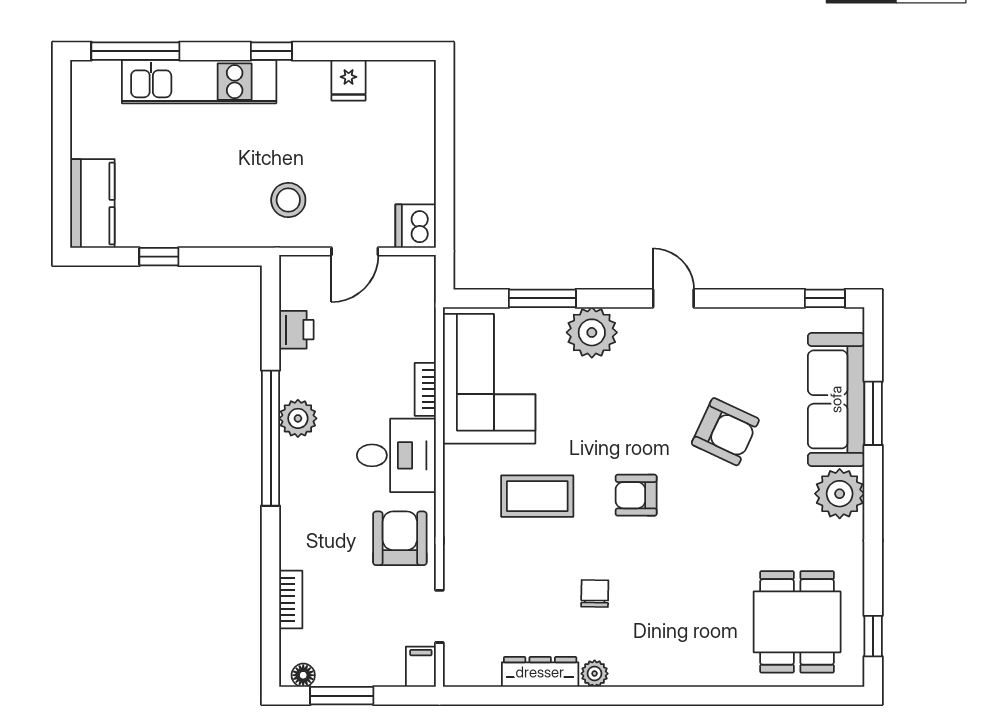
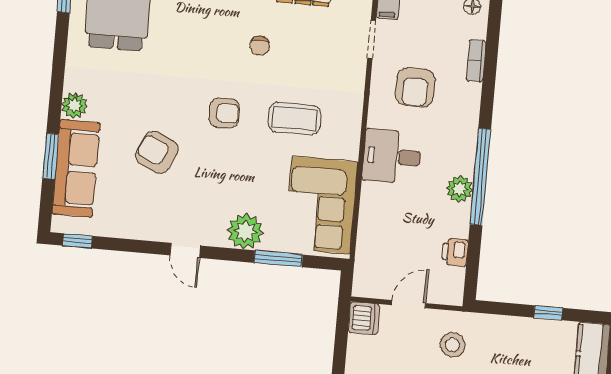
bookcase: (425, 389) -> (367, 202), removed
plant: (840, 494) -> (74, 105), width x0.73, depth x0.73
armchair: (400, 538) -> (415, 87), moved

